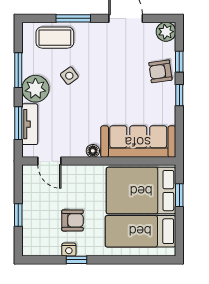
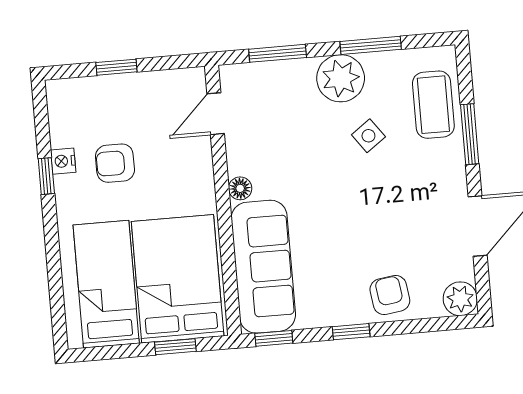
window: (179, 62) -> (274, 338), moved
tv unit: (30, 124) -> (277, 74), removed
armchair: (72, 220) -> (115, 163), turned 90

